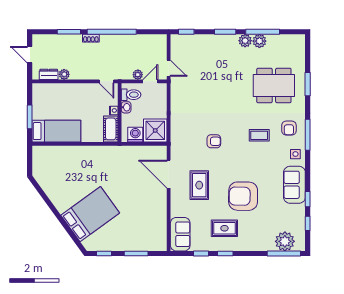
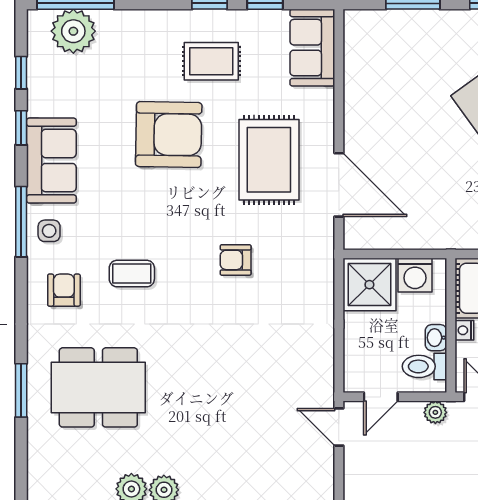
plant: (138, 75) -> (435, 412), moved
window: (308, 135) -> (21, 222), moved
rug: (199, 185) -> (269, 160), width x1.36, depth x1.43

